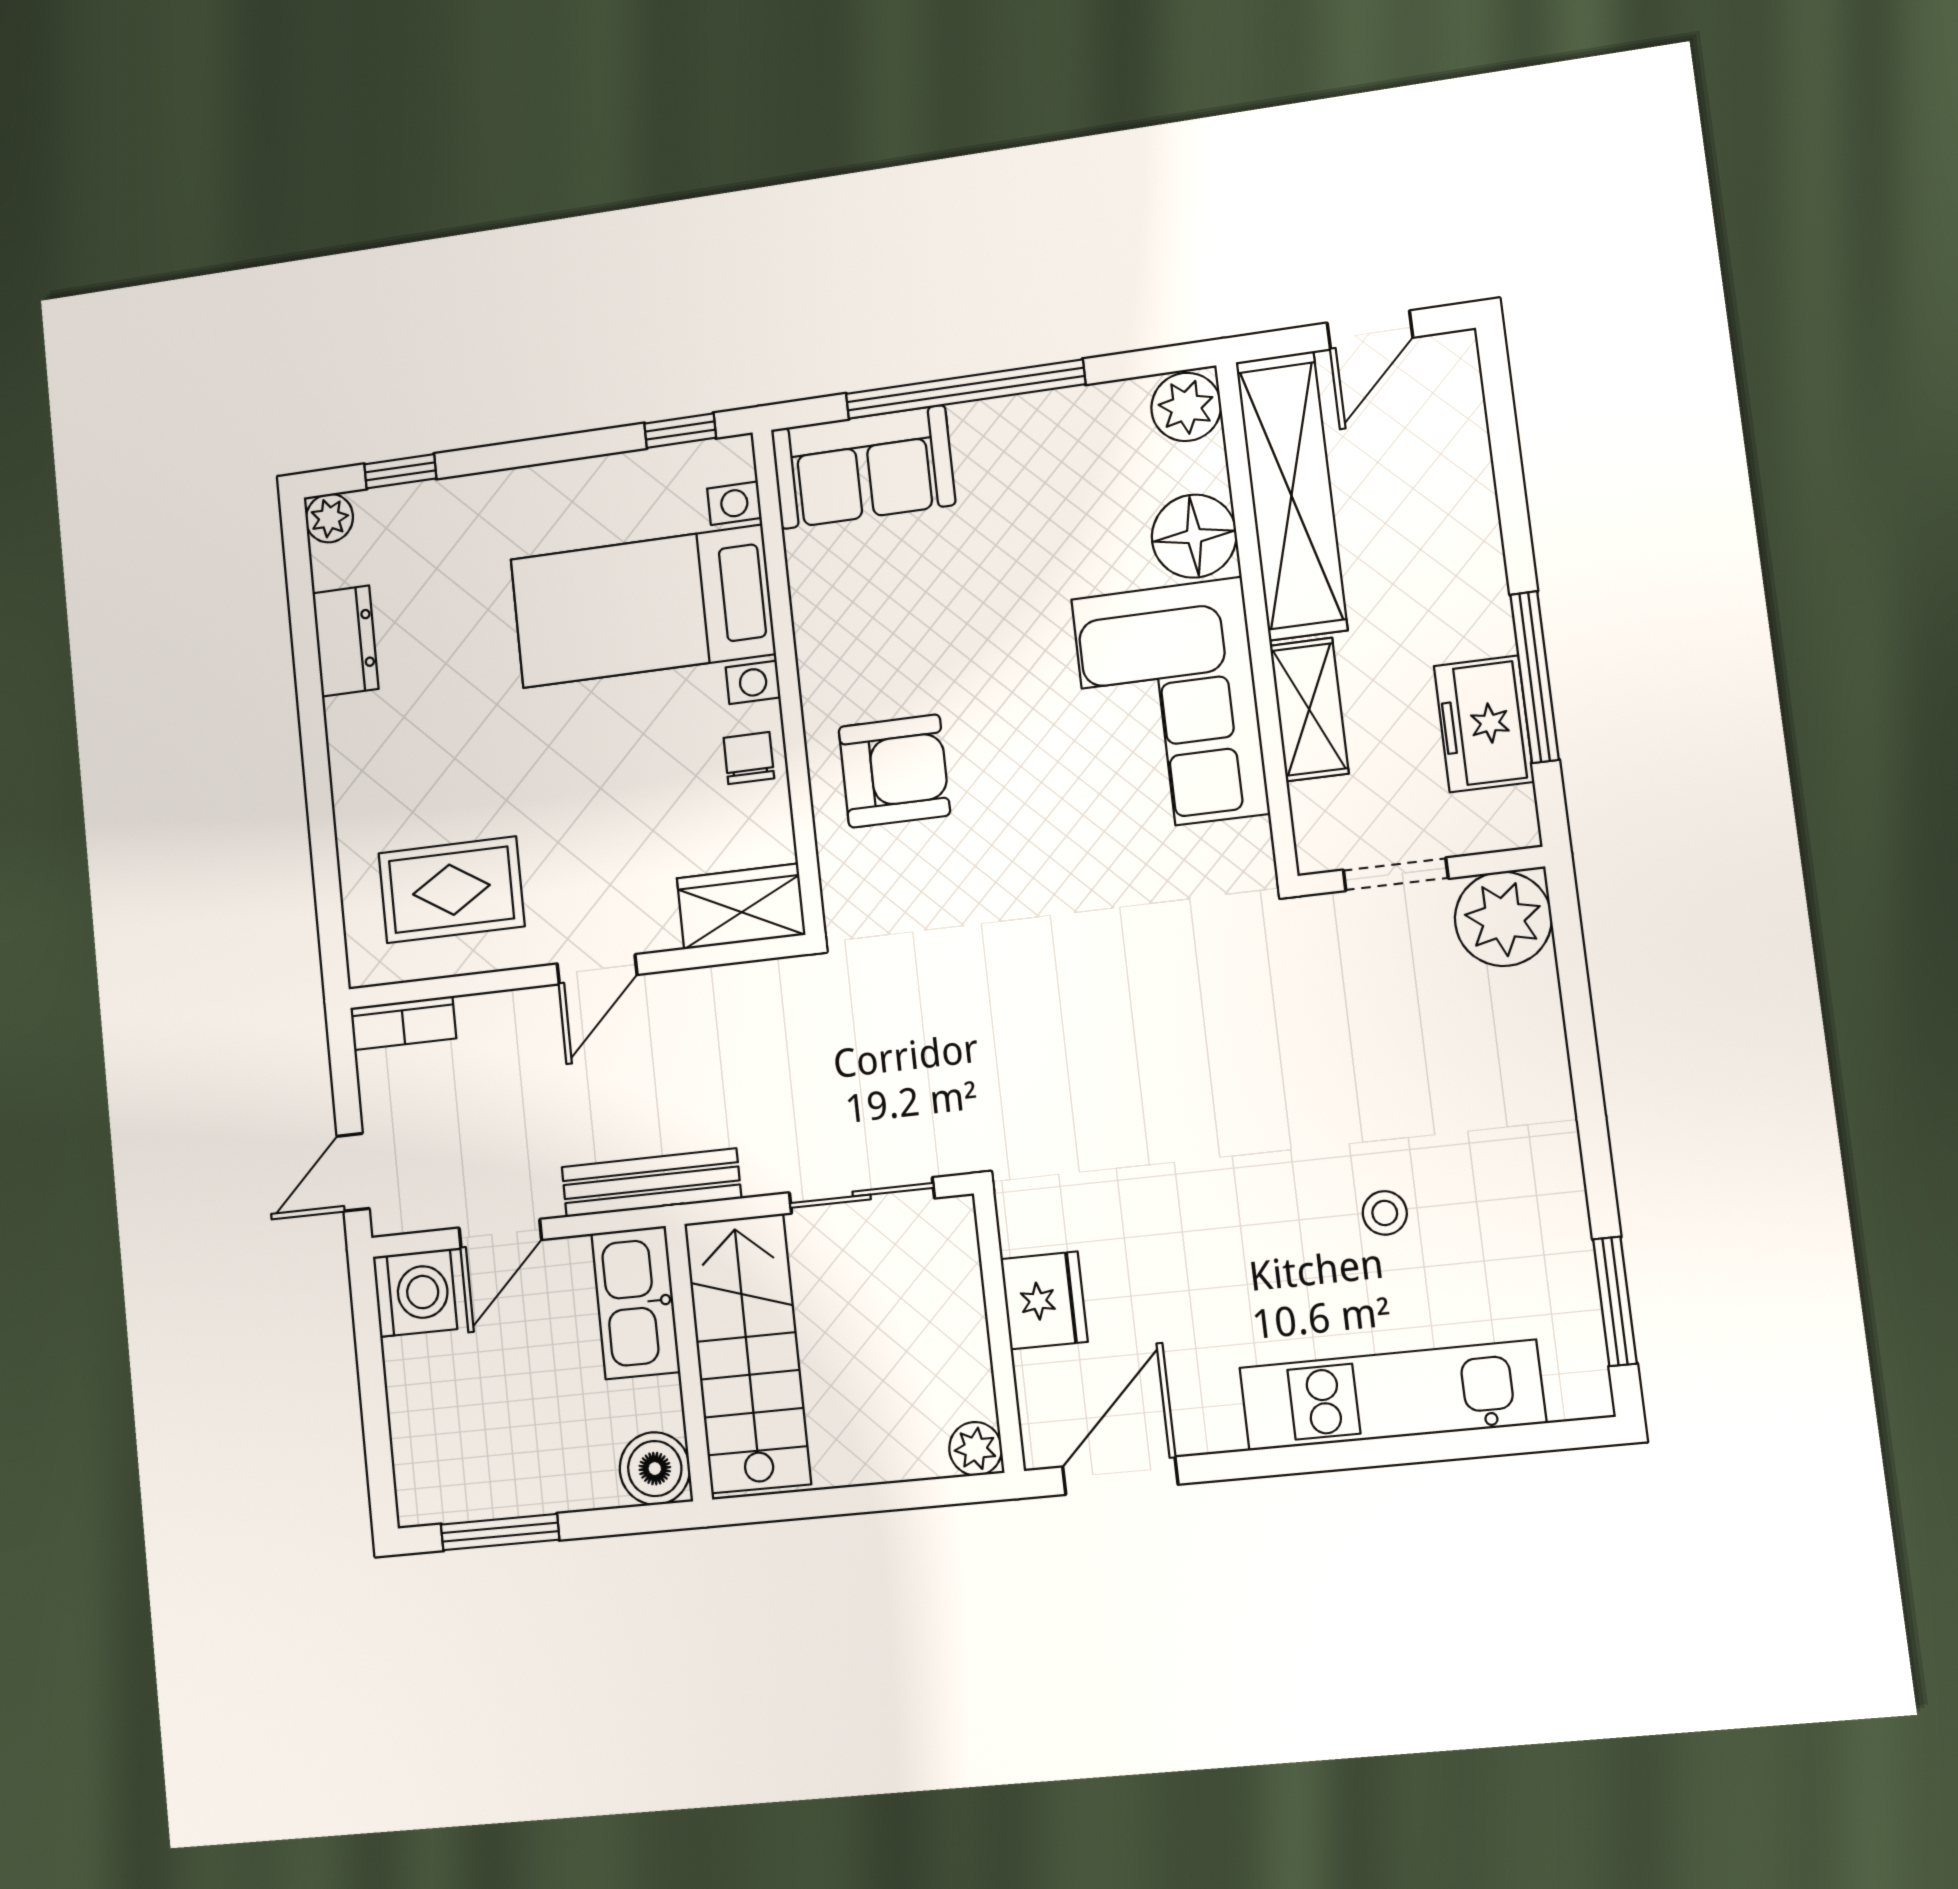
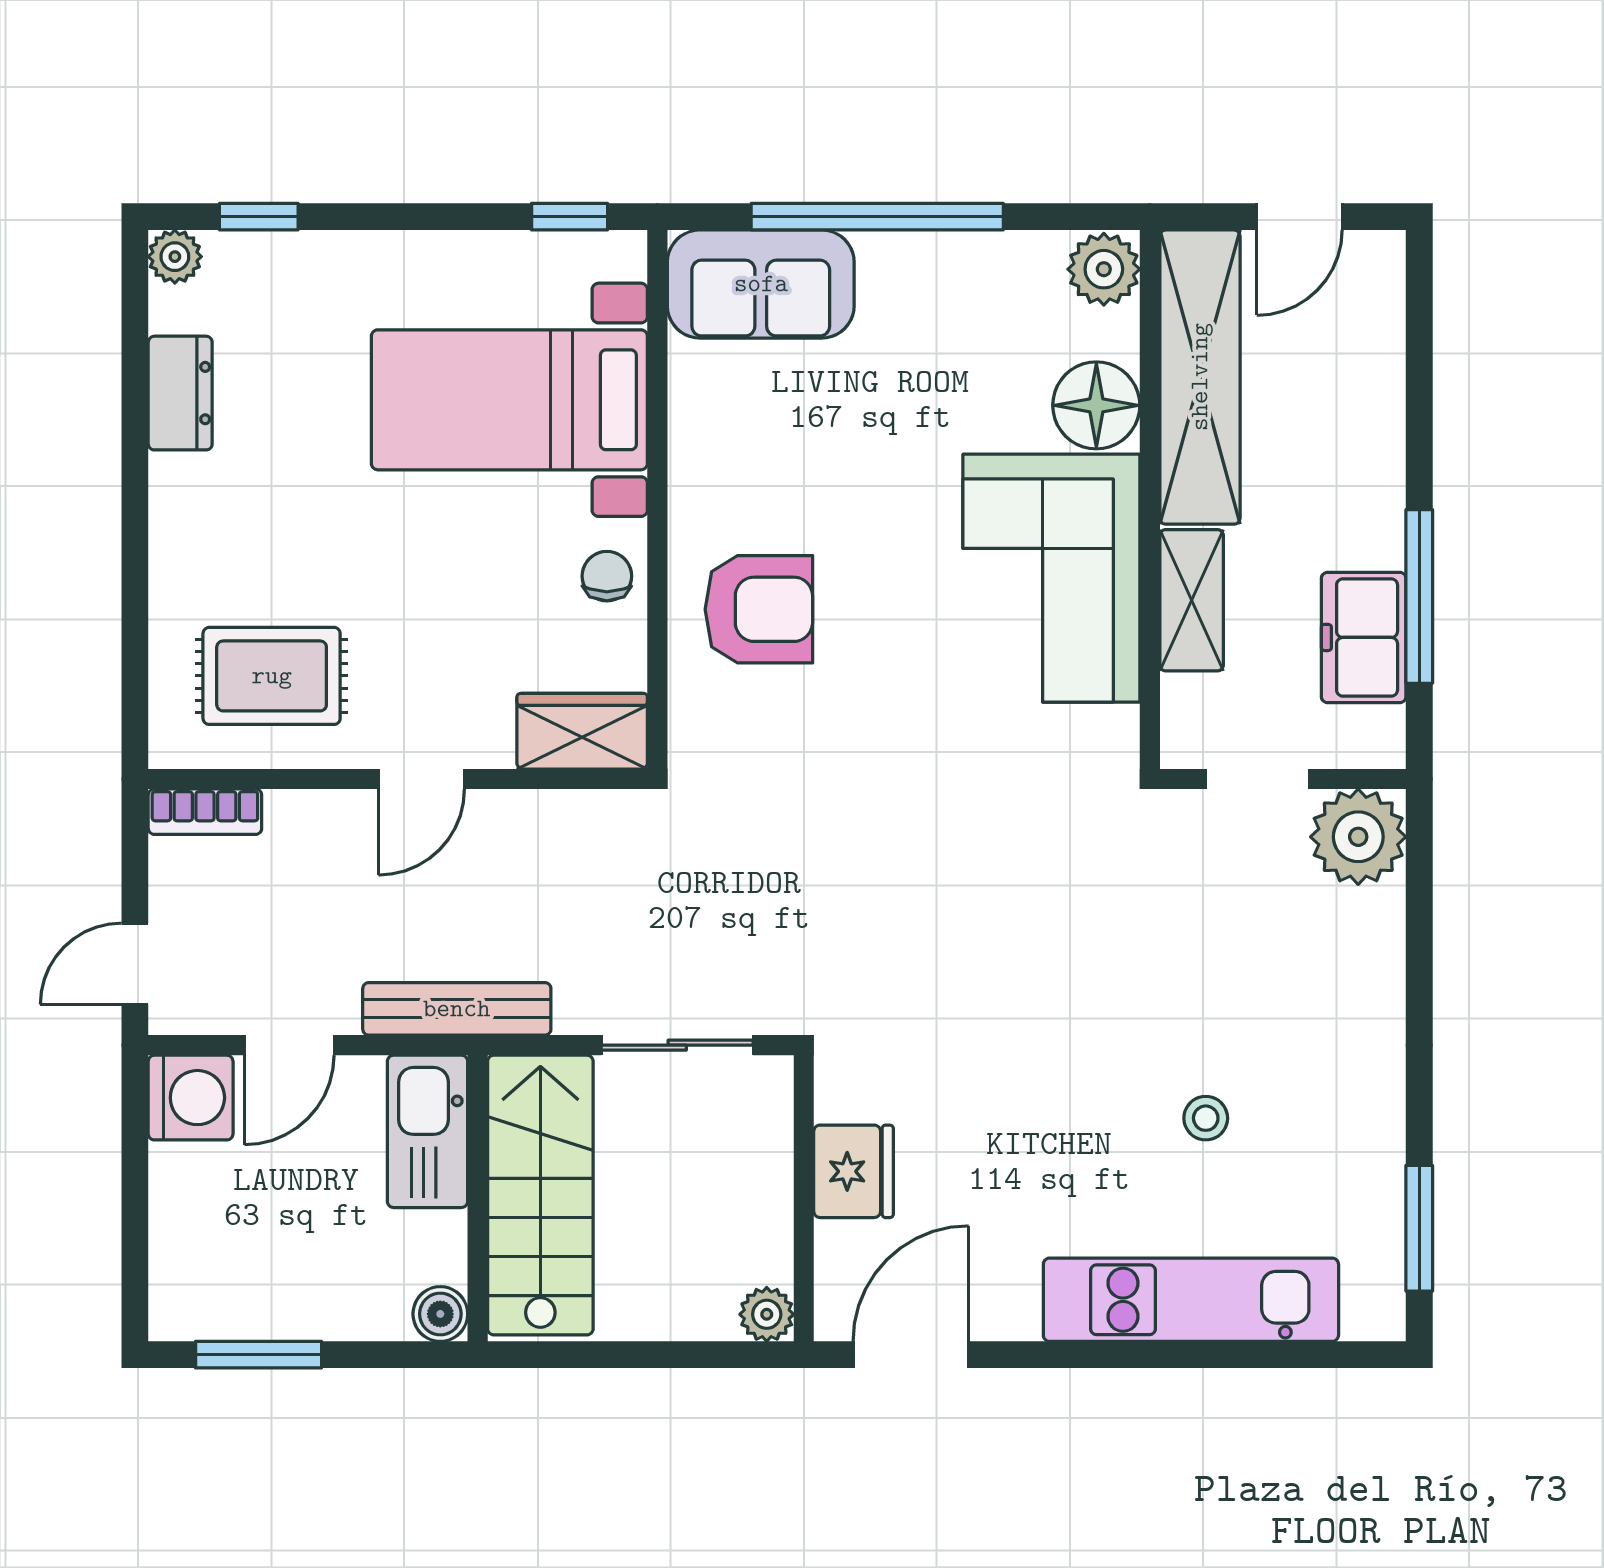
boiler: (655, 1469) -> (440, 1314), width x0.73, depth x0.73

